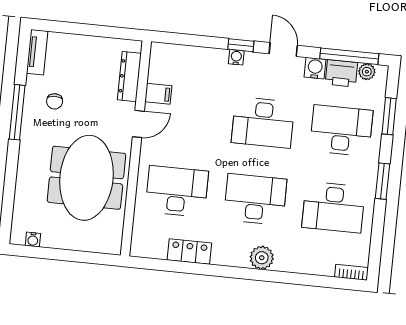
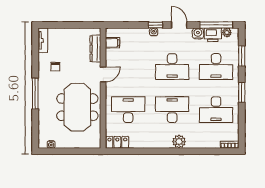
filing cabinet: (158, 94) -> (112, 43), moved
window: (17, 112) -> (35, 94), moved
desk: (341, 130) -> (216, 67), turned 180
locker: (189, 252) -> (117, 142), moved

